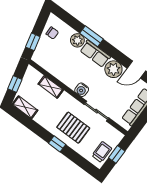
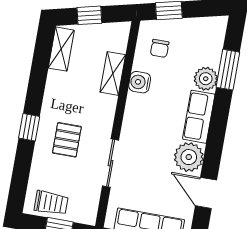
chair: (52, 33) -> (160, 48), moved
window: (91, 36) -> (228, 70), moved
water cooler: (82, 90) -> (140, 82), moved
pallet: (73, 128) -> (67, 140), width x0.67, depth x0.71

